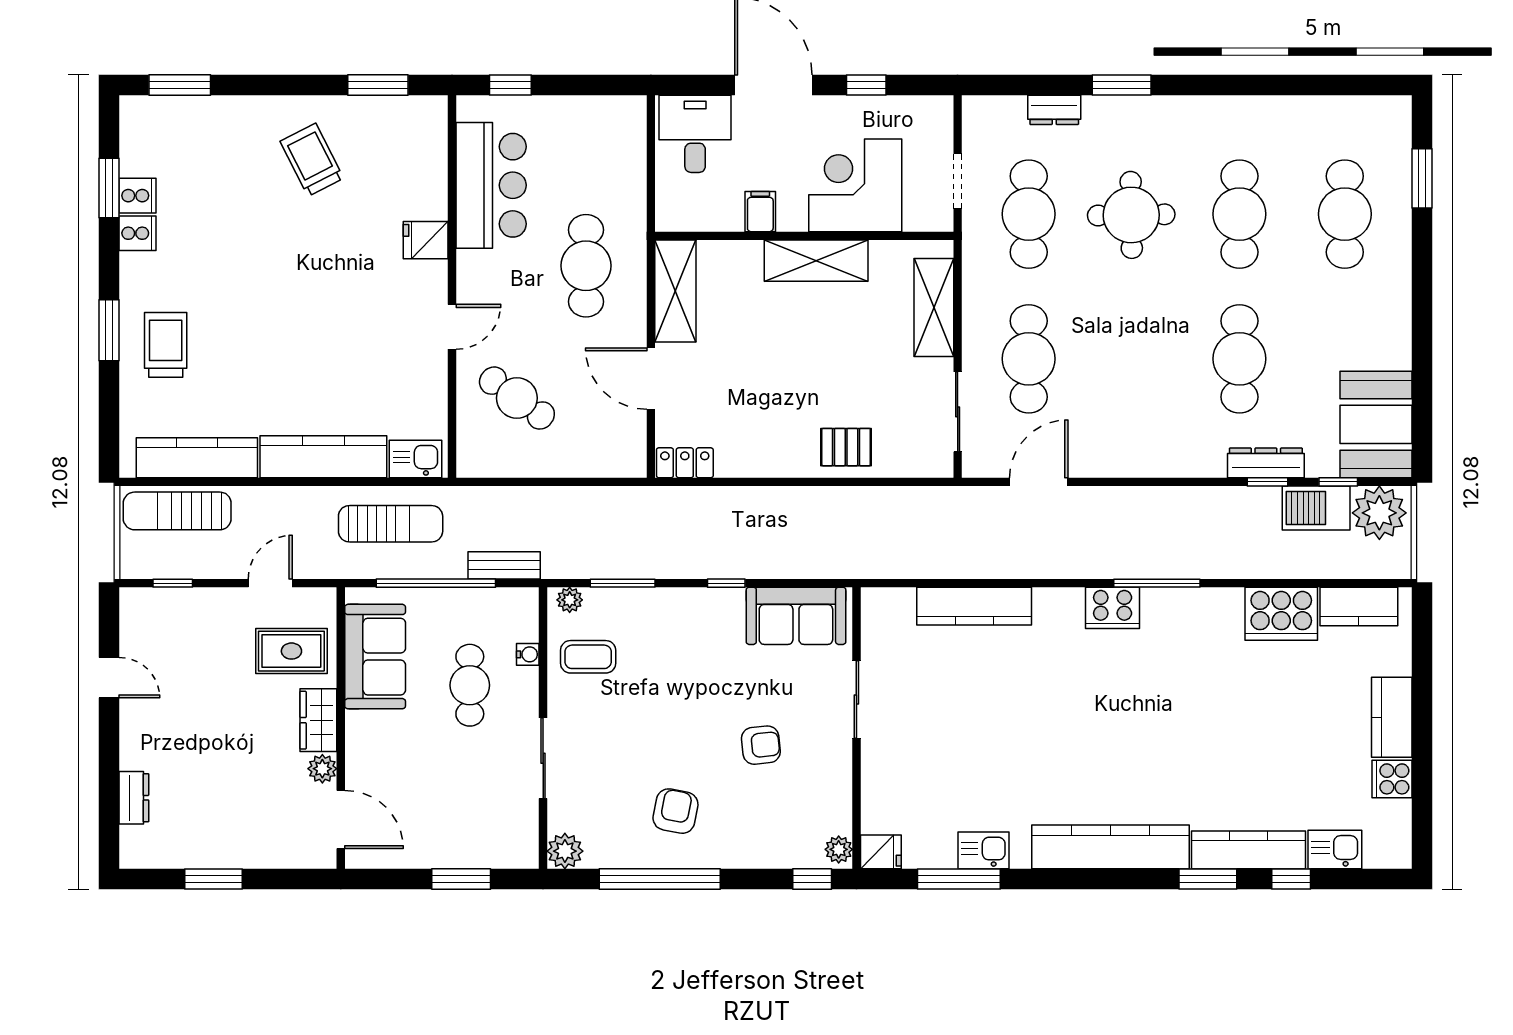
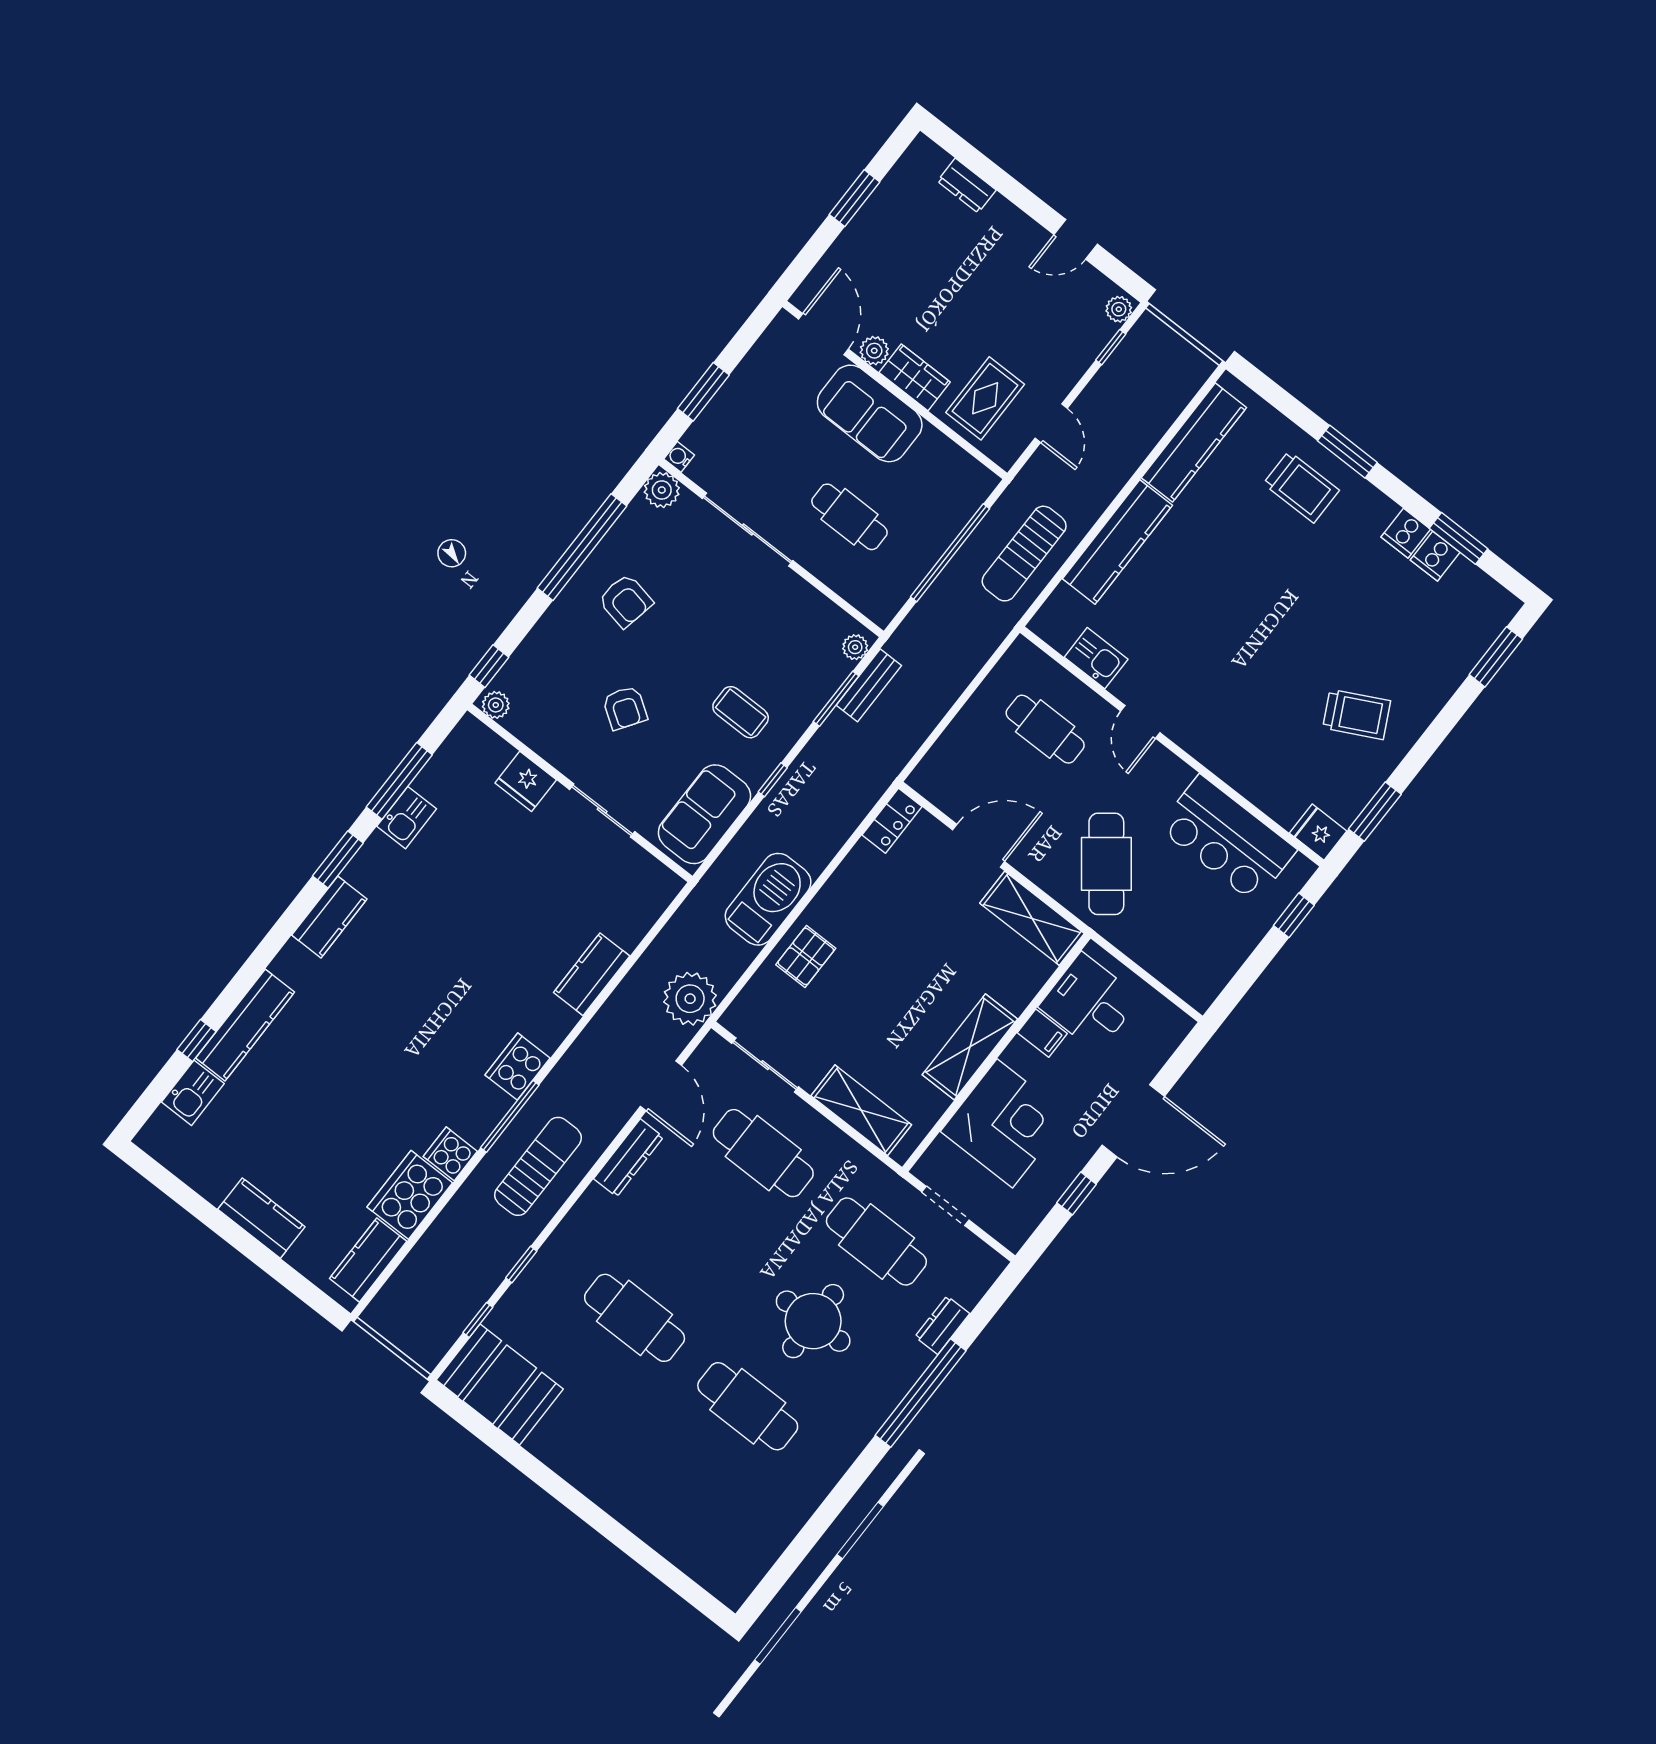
window: (1122, 85) -> (921, 1393), width x2.11
desk: (695, 134) -> (1090, 1002), moved, turned 180
window: (1422, 178) -> (664, 1571), removed
cafe table: (1345, 214) -> (683, 1489), removed
fridge: (426, 240) -> (1318, 832), moved, turned -90
cafe table: (586, 266) -> (1106, 864), turned 52
cafe table: (517, 398) -> (1045, 729), turned 54
kitchen sink: (415, 459) -> (1096, 658), moved, turned -90
dresser: (1266, 463) -> (629, 1158), moved
barbecue: (1316, 508) -> (768, 899), moved, width x1.37, depth x1.21
sun lounger: (177, 511) -> (538, 1166), moved
plant: (1379, 513) -> (690, 999), moved
bench: (504, 565) -> (869, 685), moved
plant: (138, 600) -> (1119, 309), added
kitchen counter: (974, 606) -> (592, 974), width x0.67
water cooler: (528, 654) -> (679, 457), moved, turned 90
sofa: (375, 657) -> (870, 413), moved
coffee table: (588, 657) -> (741, 712), moved, turned 90
armchair: (761, 745) -> (625, 708), turned -50
sliding door: (543, 758) -> (748, 529), width x1.37
cooker: (1392, 779) -> (450, 1154), moved, turned -90
door: (341, 819) -> (823, 334), swing flipped
kitchen counter: (1110, 847) -> (329, 917), width x0.48, depth x0.86
fridge: (881, 852) -> (526, 781), moved, width x1.38
window: (1208, 879) -> (338, 860), moved

